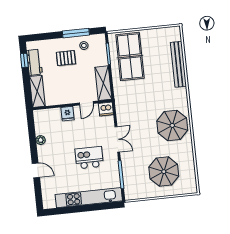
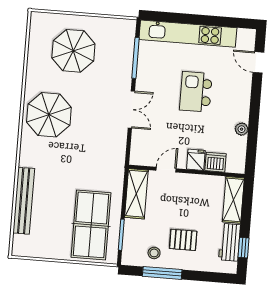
dishwasher: (106, 109) -> (216, 162), moved
double door: (117, 139) -> (131, 110), swing flipped
kitchen island: (89, 158) -> (196, 92), moved, turned 90
door: (36, 170) -> (258, 62), moved

